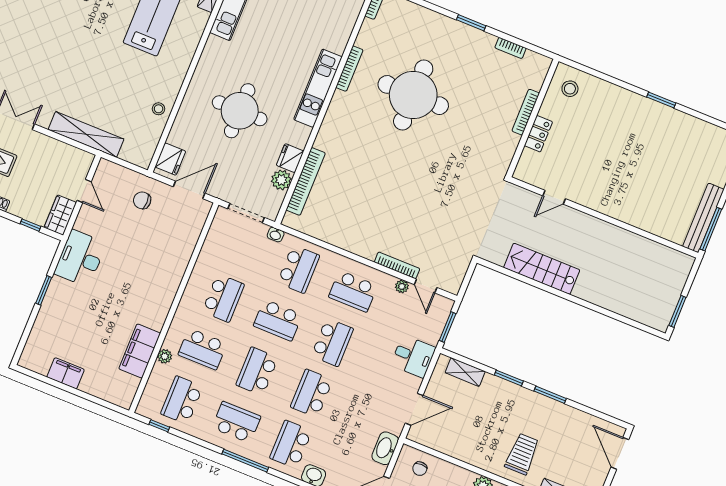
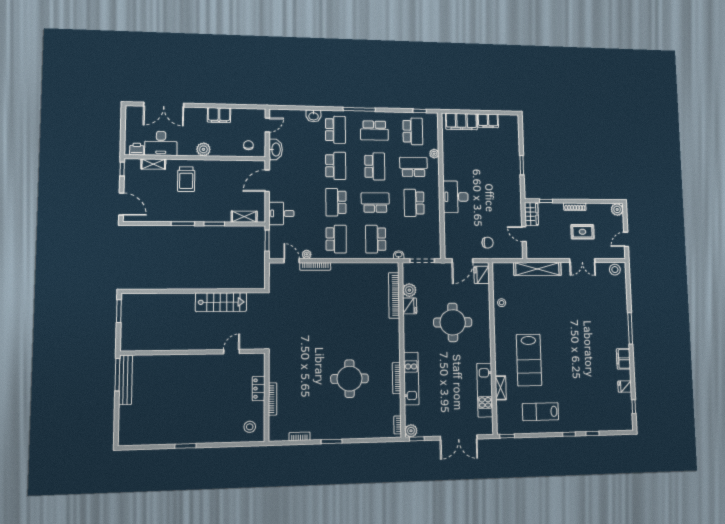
kitchen unit: (318, 88) -> (411, 379), moved
round table: (413, 95) -> (349, 379), width x0.73, depth x0.73
desk: (80, 258) -> (456, 197), moved, turned 180
school desk: (353, 291) -> (336, 239), turned 90
filing cabinet: (140, 351) -> (461, 122), moved, turned 90

